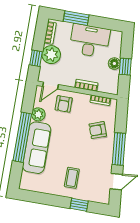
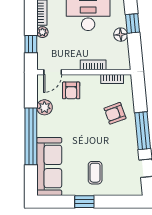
plant: (51, 55) -> (42, 32), width x0.53, depth x0.53
window: (125, 67) -> (132, 23), moved
sofa: (37, 148) -> (49, 167), moved
window: (79, 205) -> (84, 202), moved

